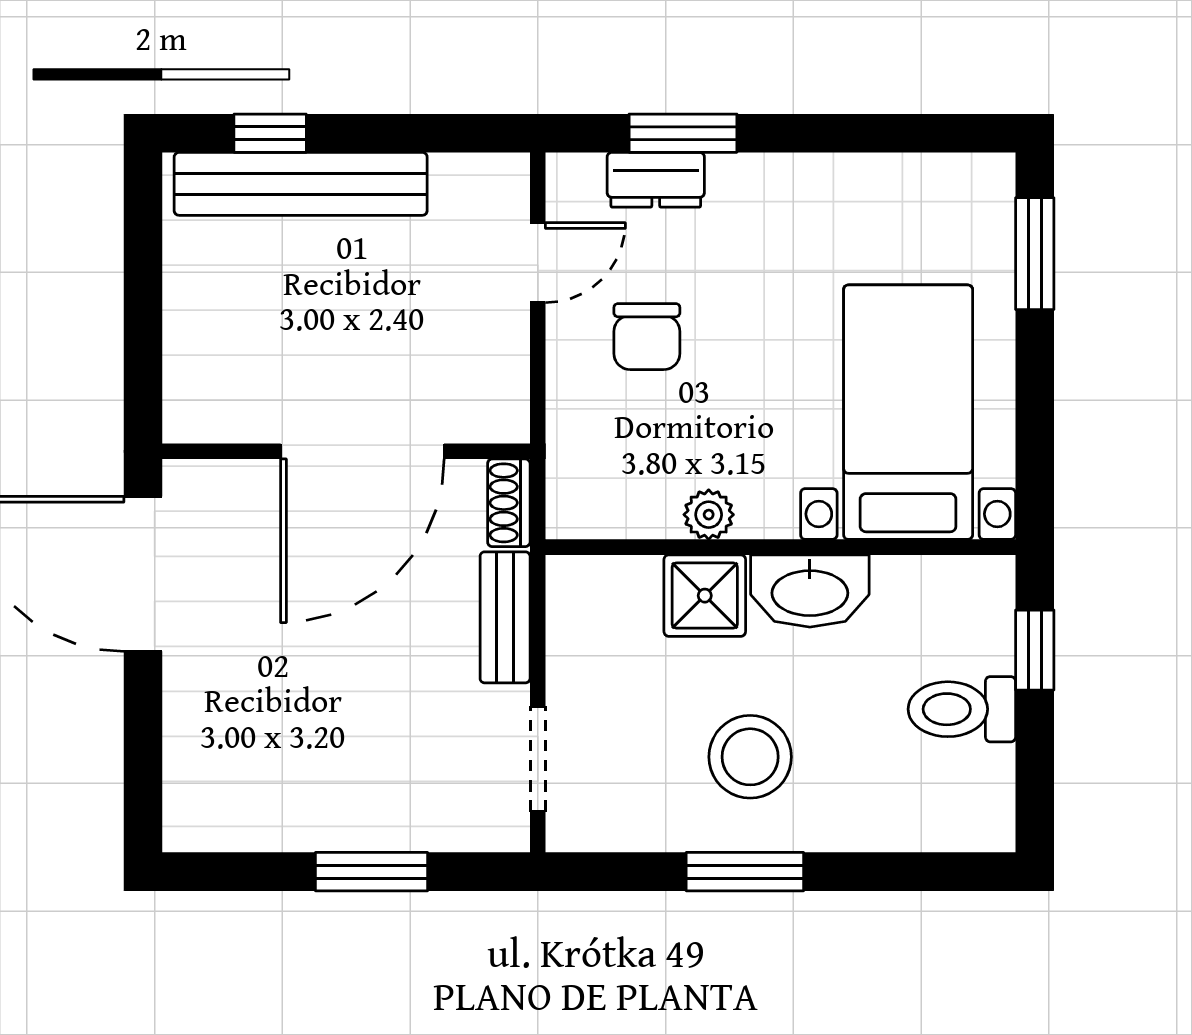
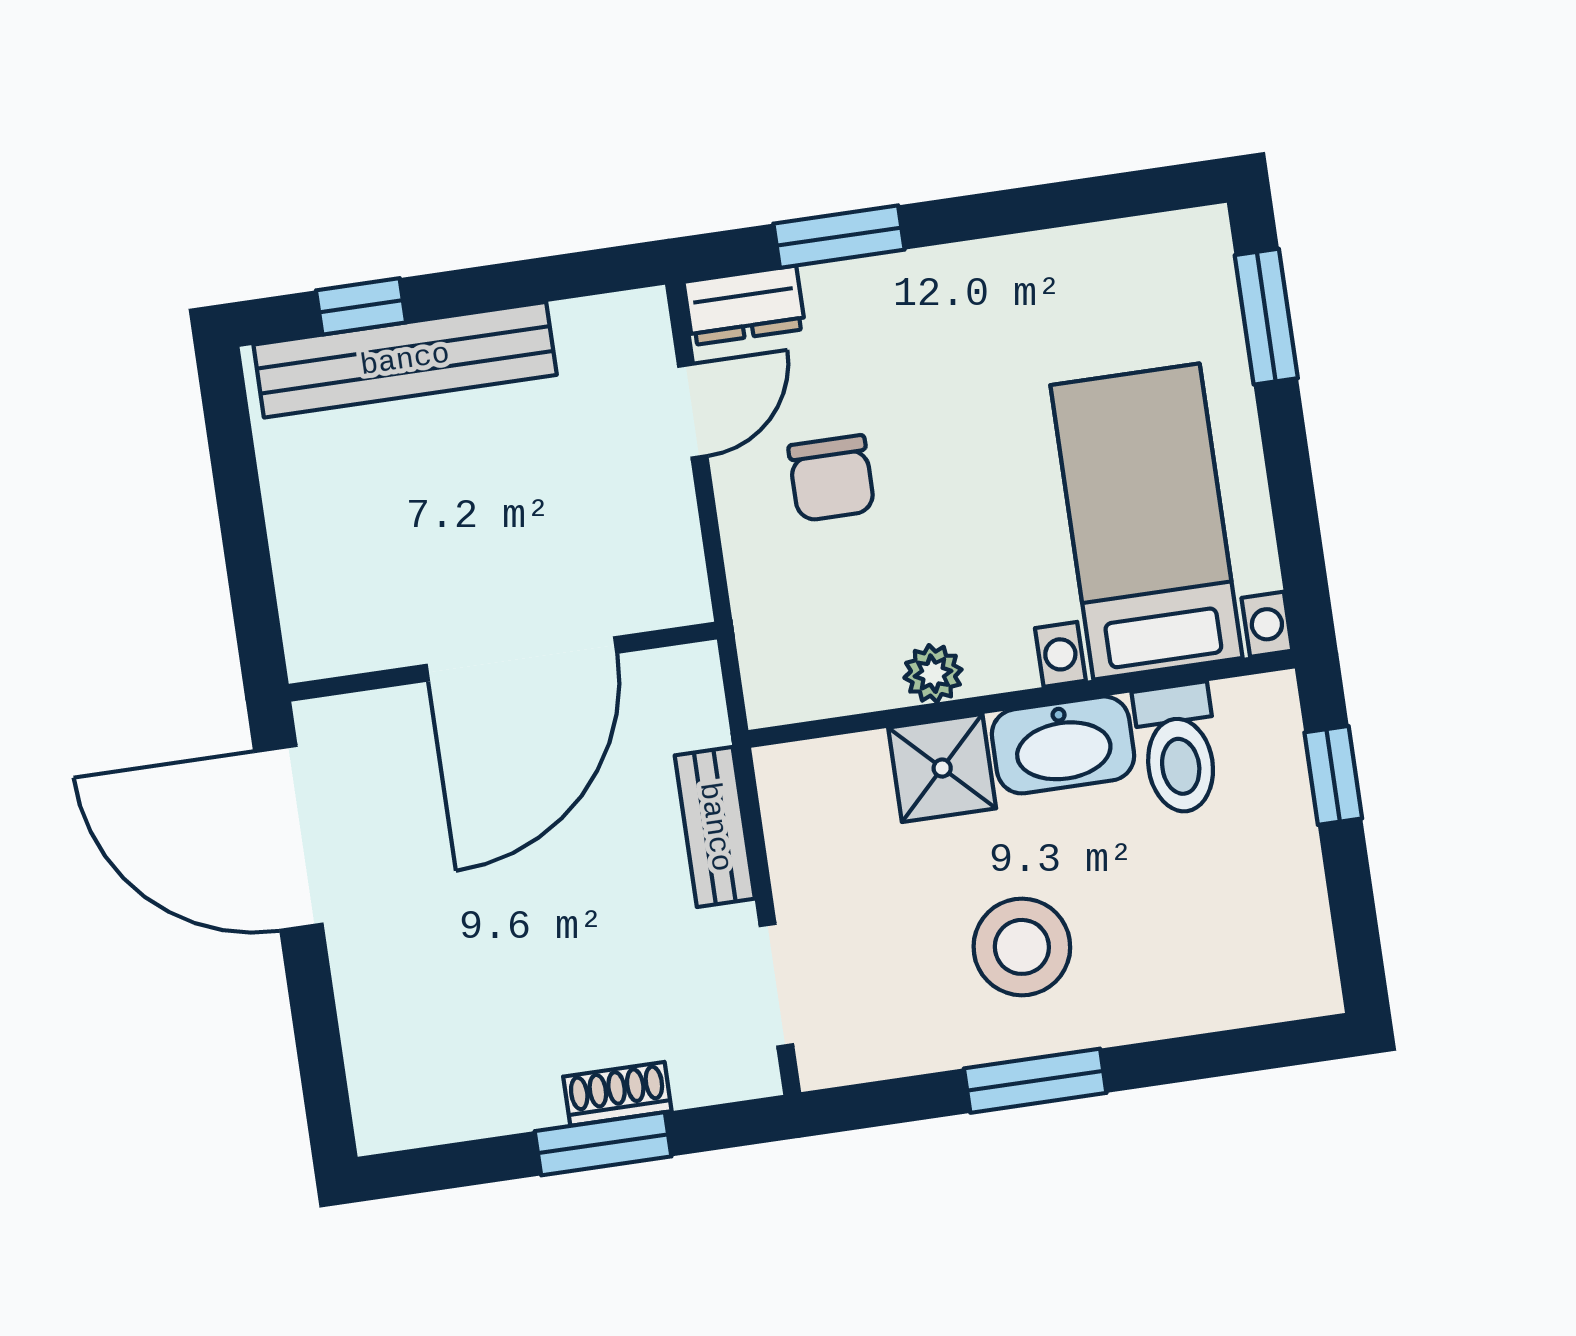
dresser: (656, 180) -> (744, 305), moved
shoe rack: (509, 503) -> (617, 1094), moved, turned 90
toilet: (962, 709) -> (1178, 749), moved, turned -90

